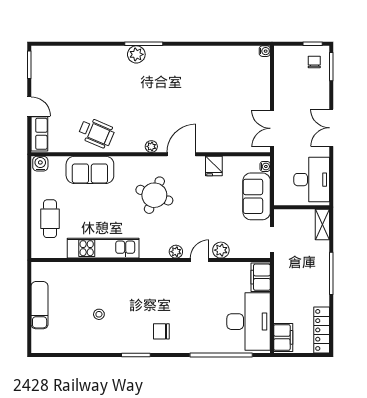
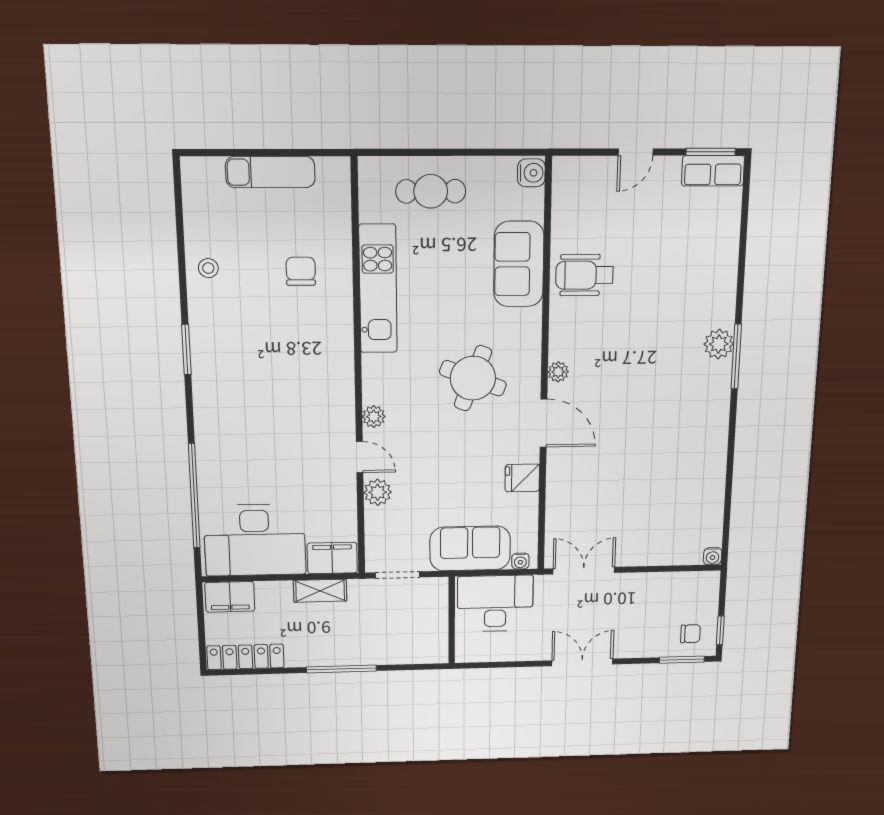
wheelchair: (96, 133) -> (585, 275), turned 67
row of seats: (39, 134) -> (713, 171), moved
desk: (312, 180) -> (495, 603), moved, turned 180
shelving: (322, 224) -> (320, 591), moved
stool: (99, 314) -> (208, 268), moved
chair: (161, 331) -> (301, 271), moved

